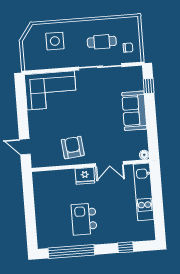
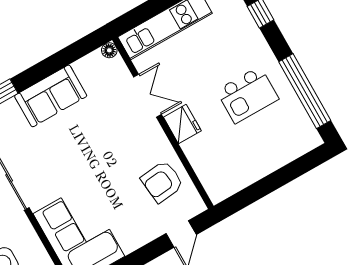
armchair: (73, 148) -> (162, 182), moved

